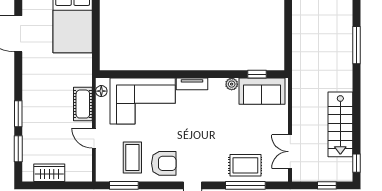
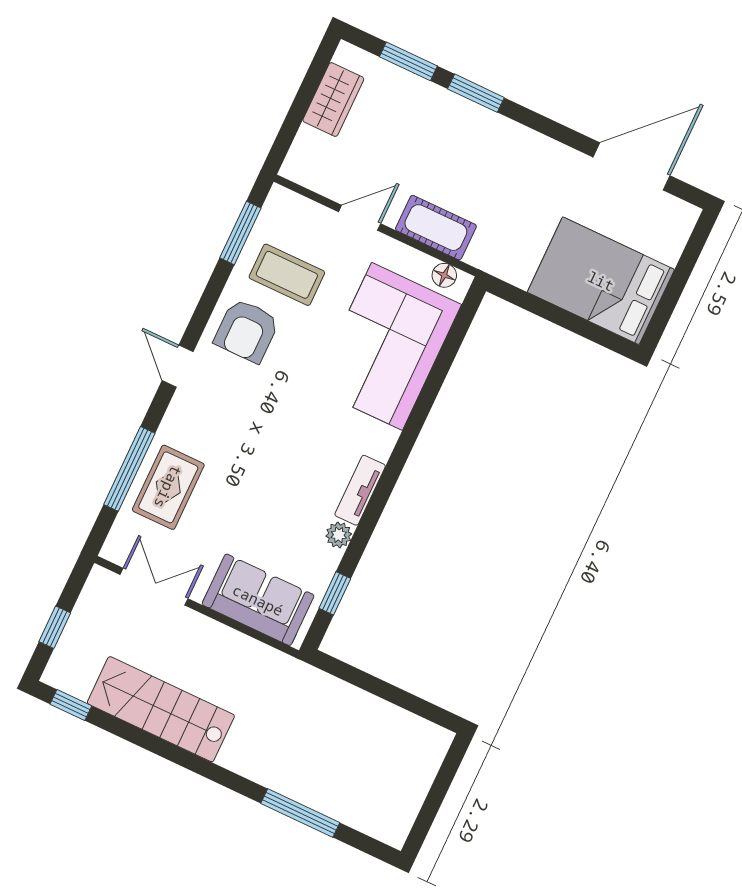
tv unit: (192, 84) -> (360, 490), moved
sofa: (262, 91) -> (258, 600), moved, turned 90

